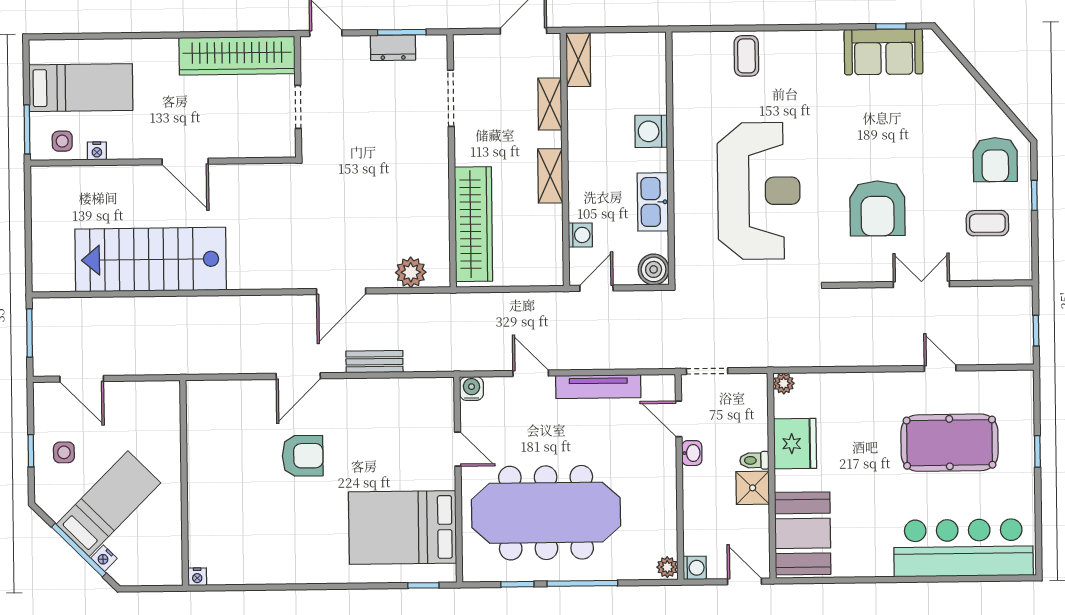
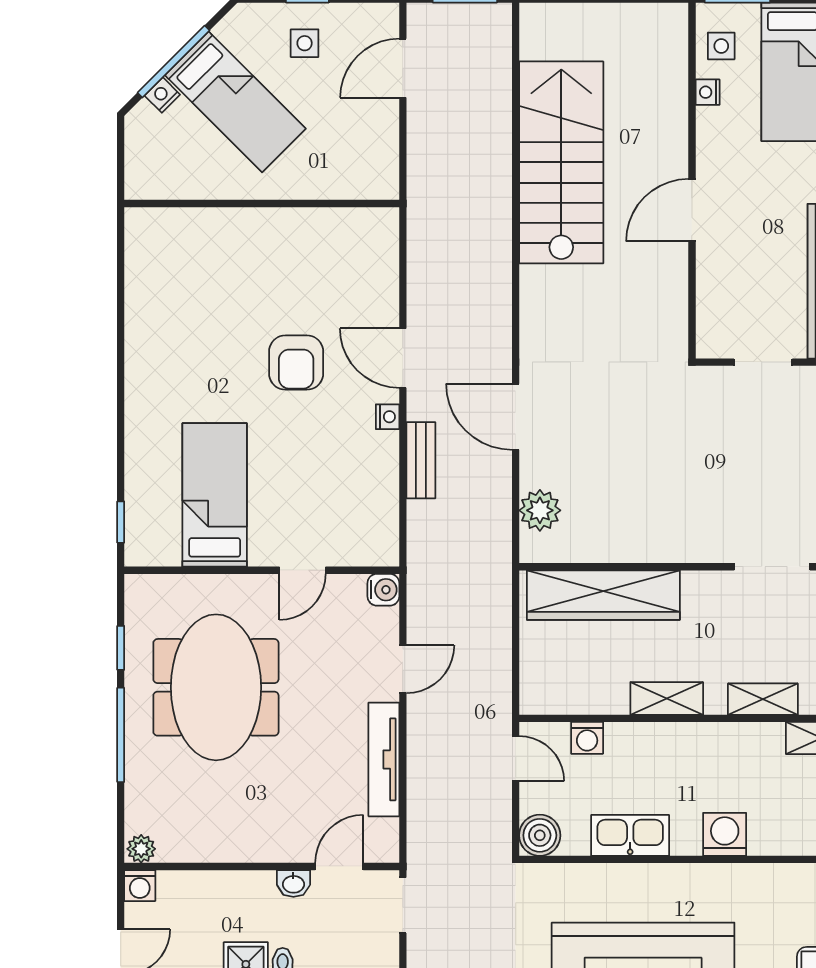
meeting table: (546, 513) -> (216, 687), width x0.73
bed: (402, 527) -> (215, 495), width x0.67
nightstand: (197, 577) -> (388, 417), moved, turned 180

